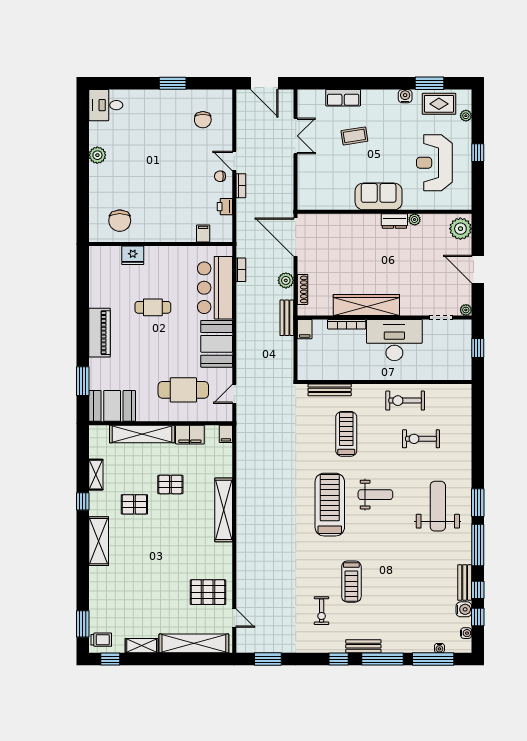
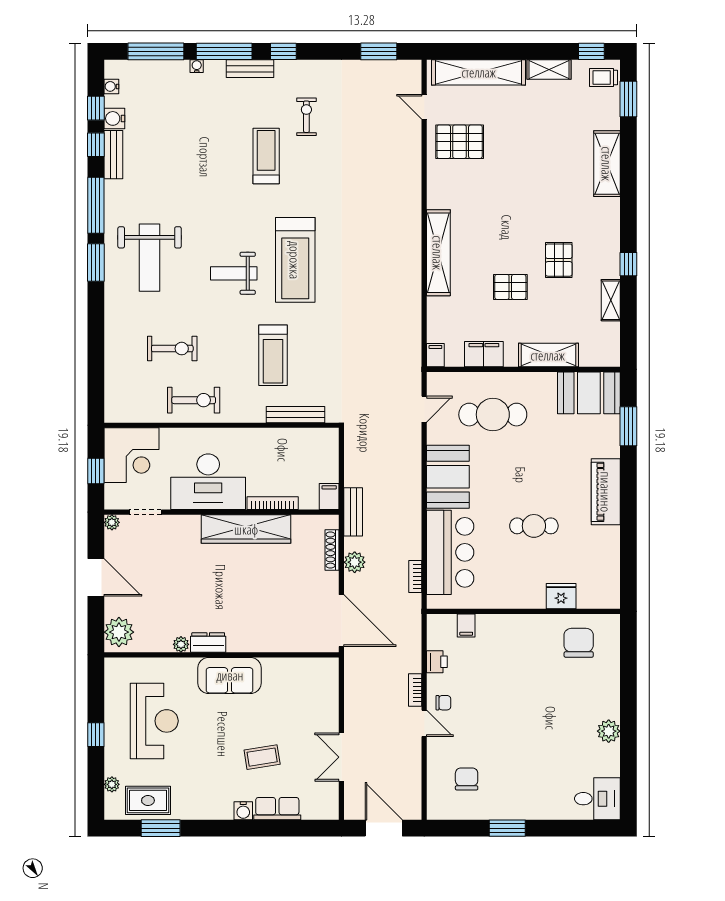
water cooler: (405, 96) -> (243, 811), moved
corner desk: (451, 360) -> (132, 455), added
shelving: (142, 434) -> (548, 355), width x0.68
pallet: (134, 504) -> (559, 260), turned 90
shelving: (99, 541) -> (607, 164), moved
water cooler: (439, 648) -> (197, 66), moved

